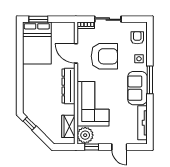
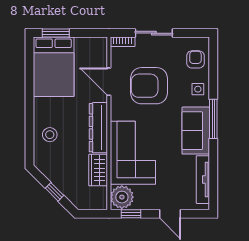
armchair: (104, 56) -> (149, 86), turned 180
stool: (34, 91) -> (50, 135), added
window: (30, 124) -> (54, 192), moved
wardrobe: (68, 126) -> (98, 170), moved

